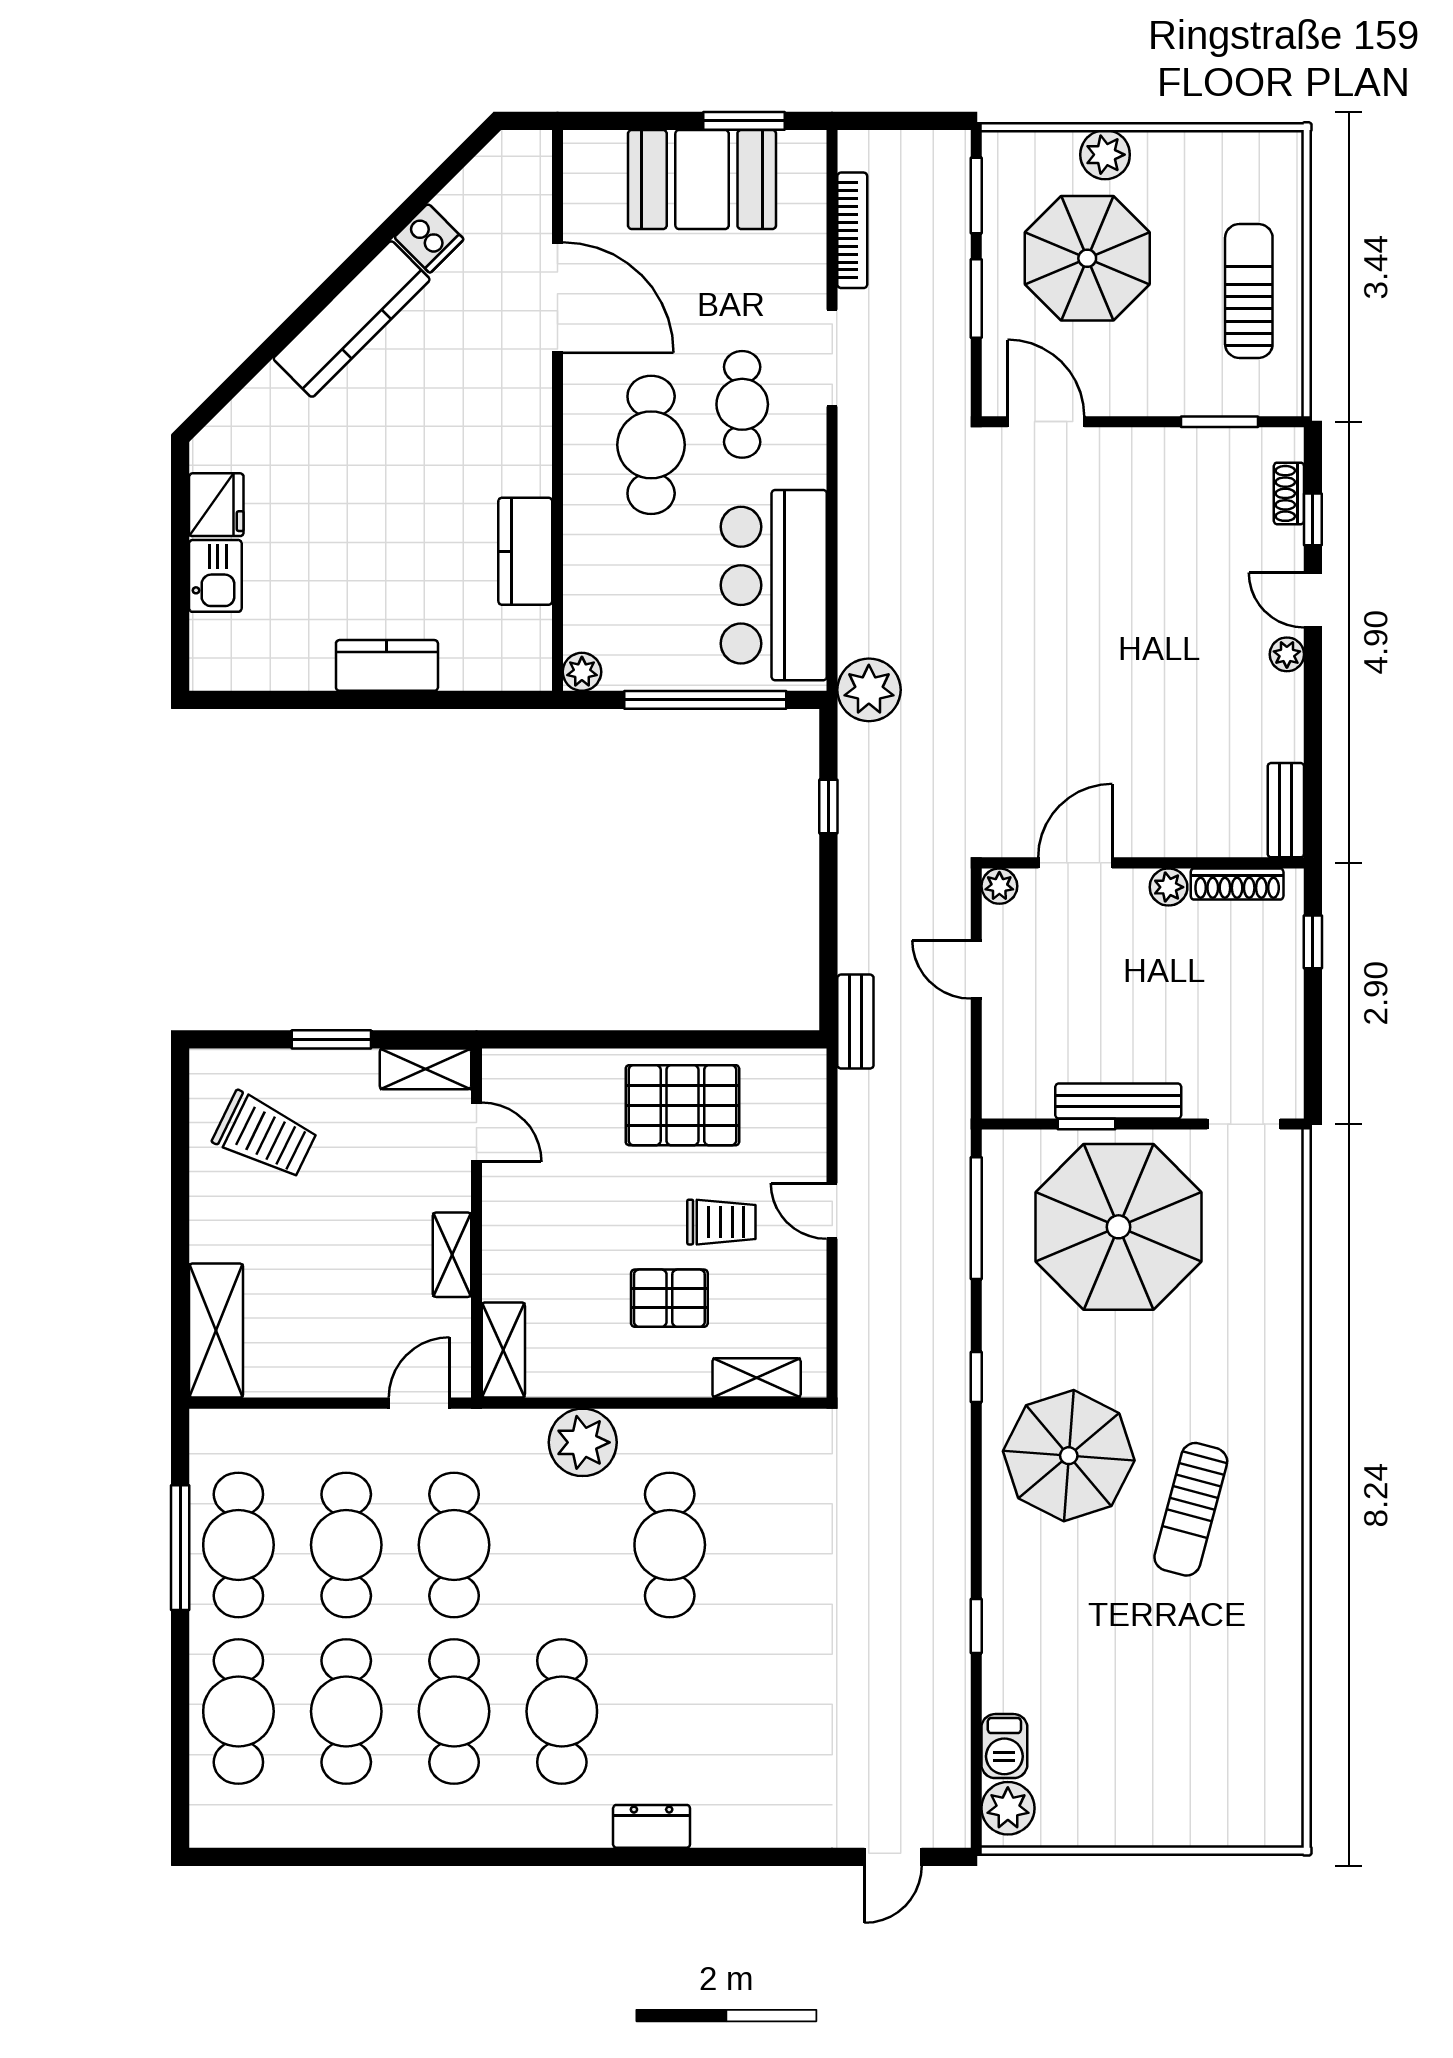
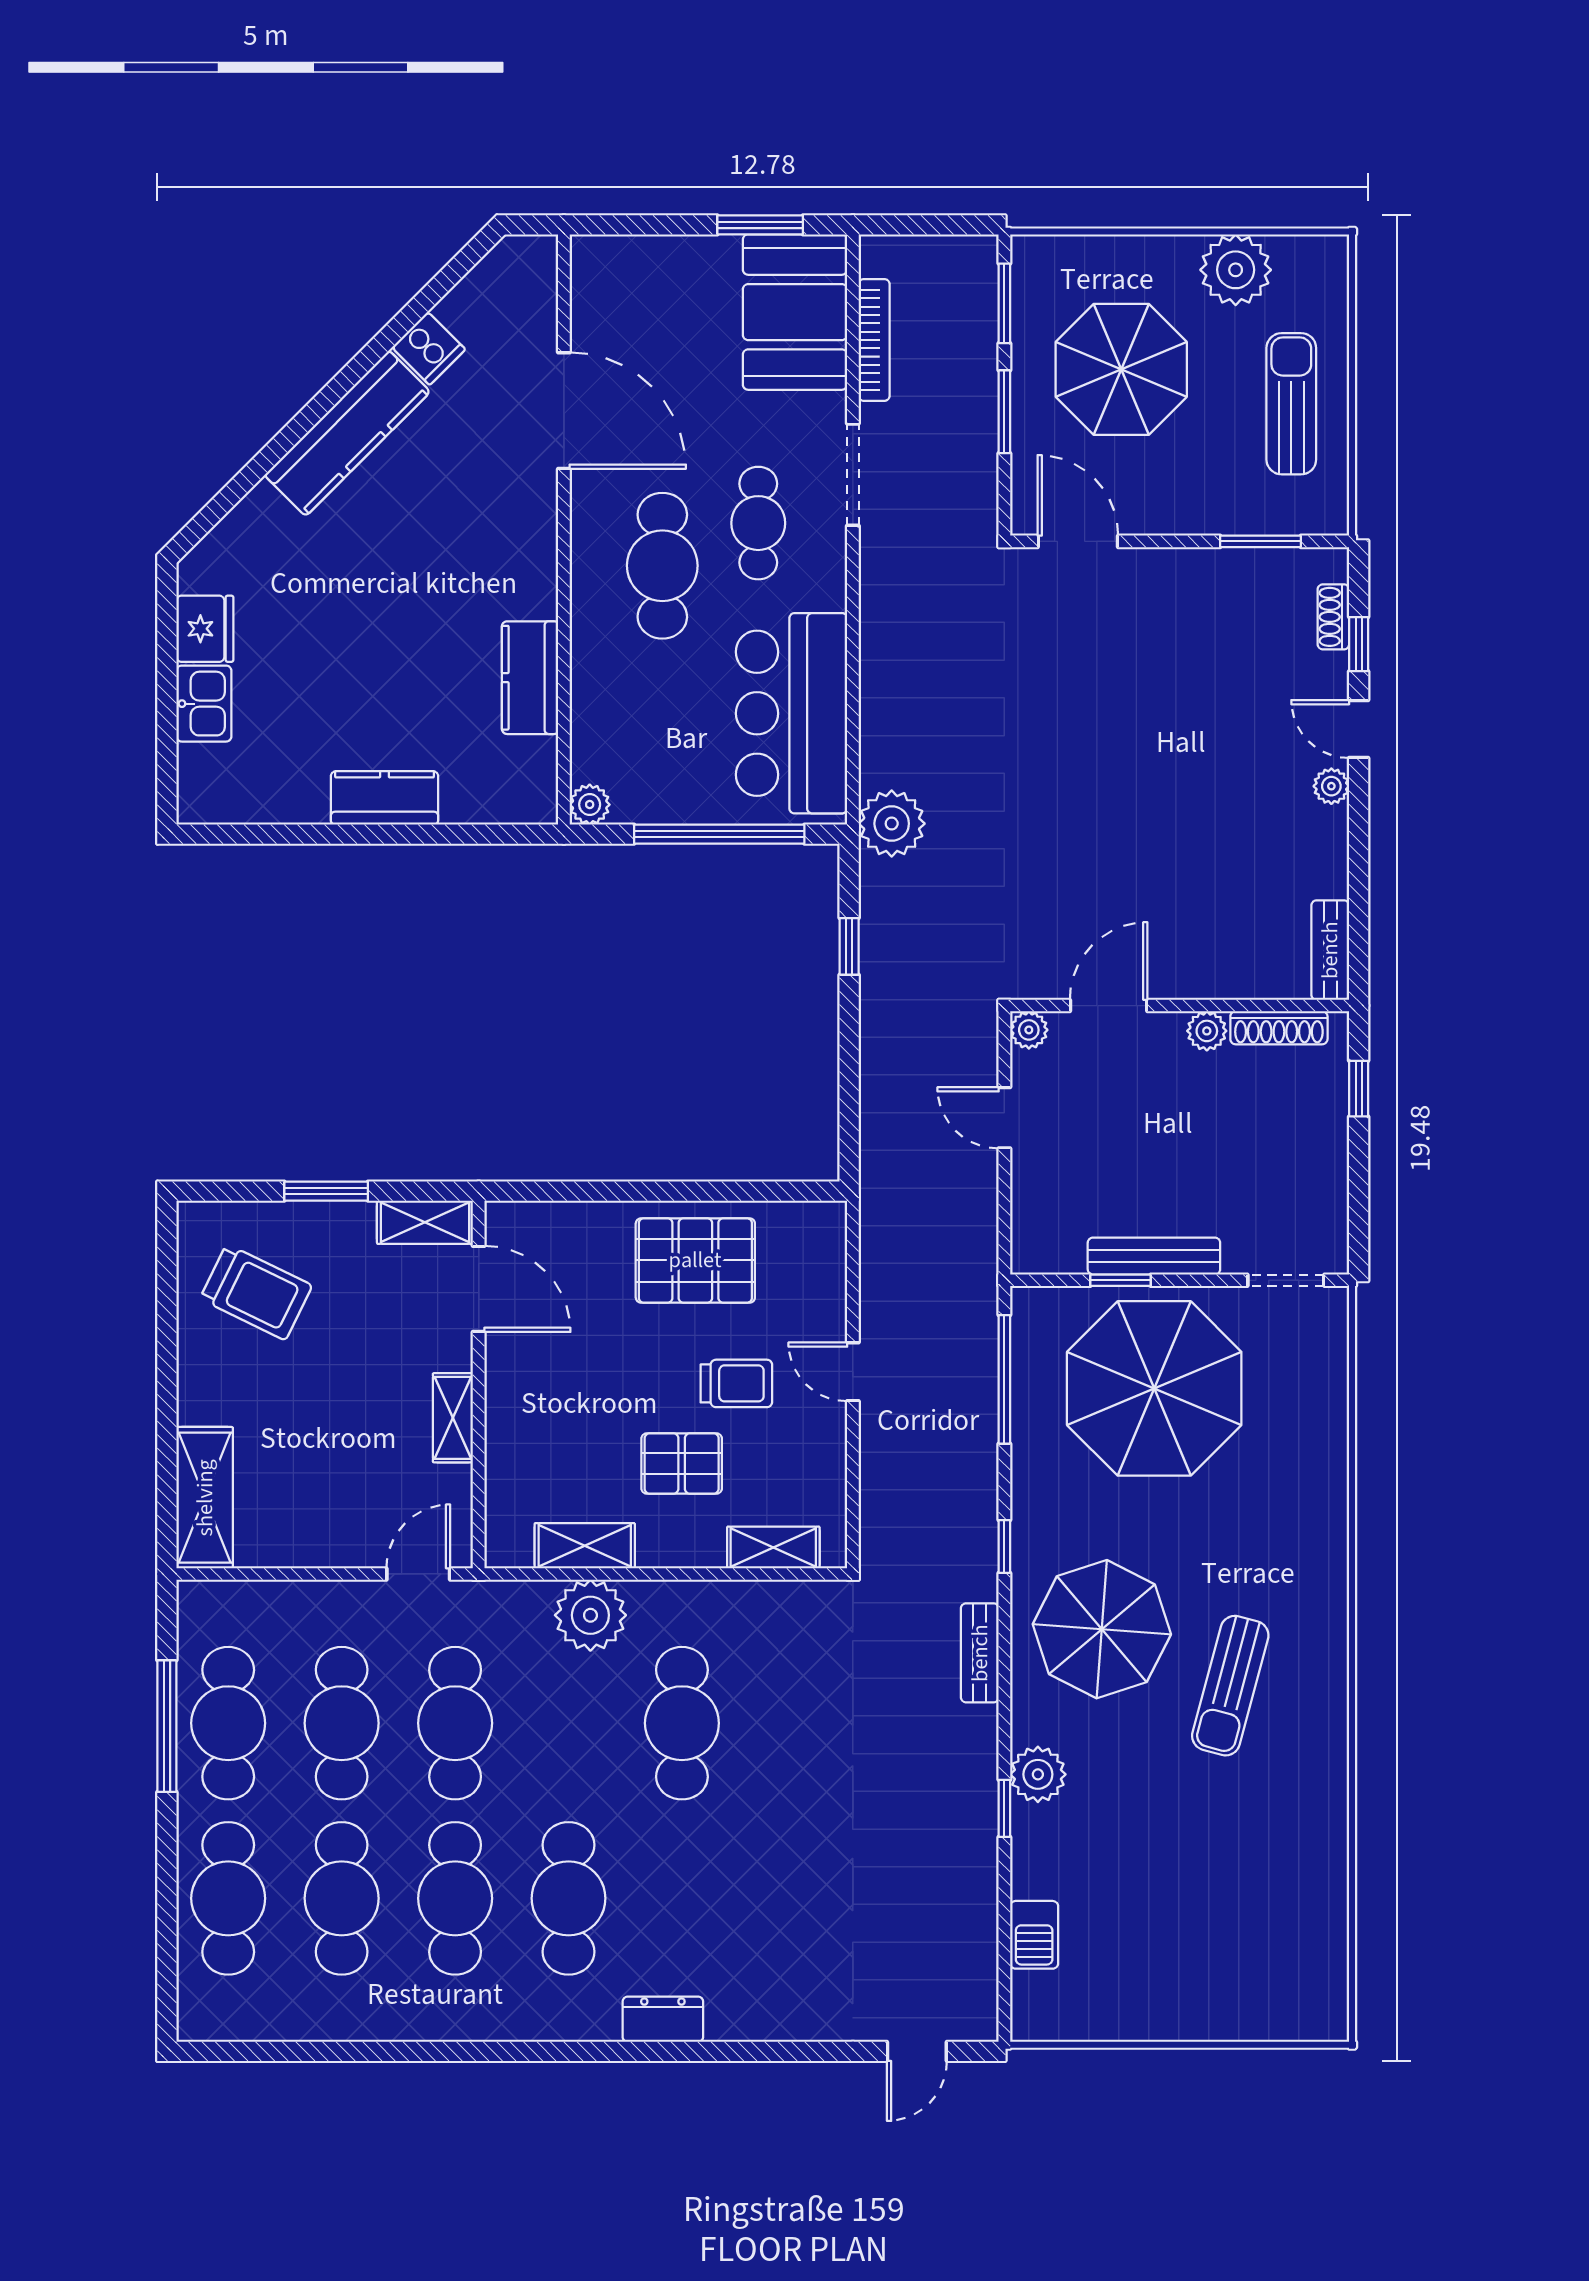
plant: (1105, 155) -> (1236, 270), moved, width x1.36, depth x1.36
booth: (702, 180) -> (795, 312), moved, turned 90
bench: (855, 1022) -> (980, 1653), moved
door: (476, 1132) -> (479, 1289), width x1.38
shelving: (503, 1350) -> (585, 1546), moved, turned 90
plant: (1008, 1808) -> (1038, 1774), moved

